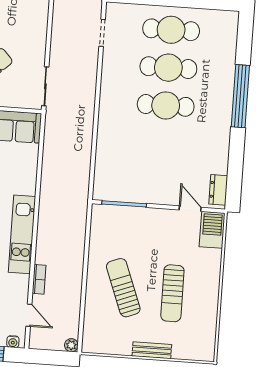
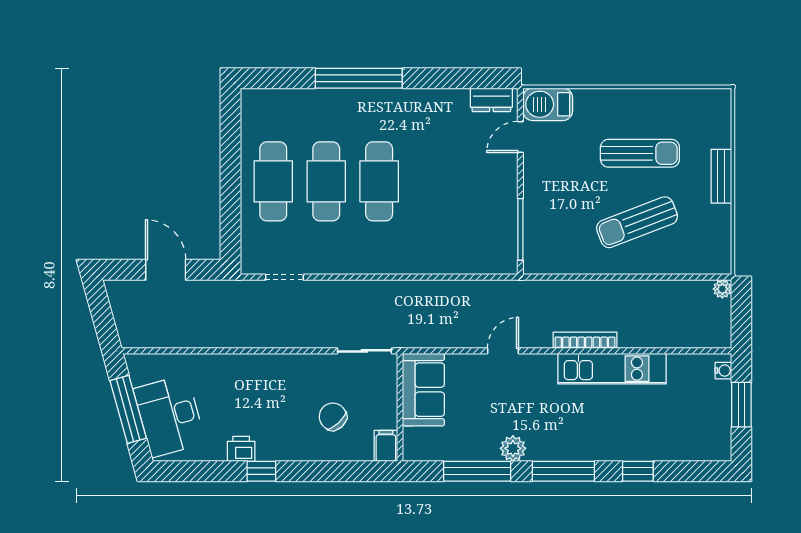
kitchen unit: (22, 234) -> (612, 369), moved
bookcase: (39, 279) -> (585, 340), moved, width x1.56
door: (29, 315) -> (503, 351), moved

